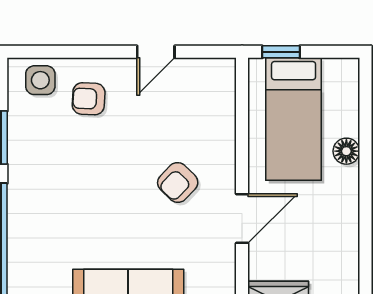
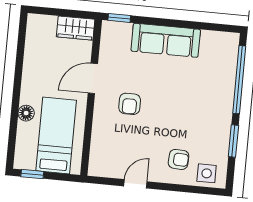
window: (281, 52) -> (32, 174), moved
armchair: (178, 183) -> (130, 104), turned 136

